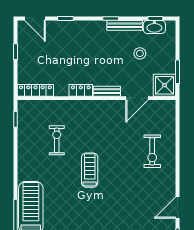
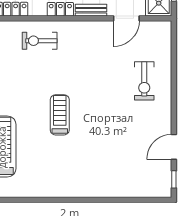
exercise bike: (57, 140) -> (40, 41), moved, turned -90
treadmill: (90, 170) -> (60, 115), moved

